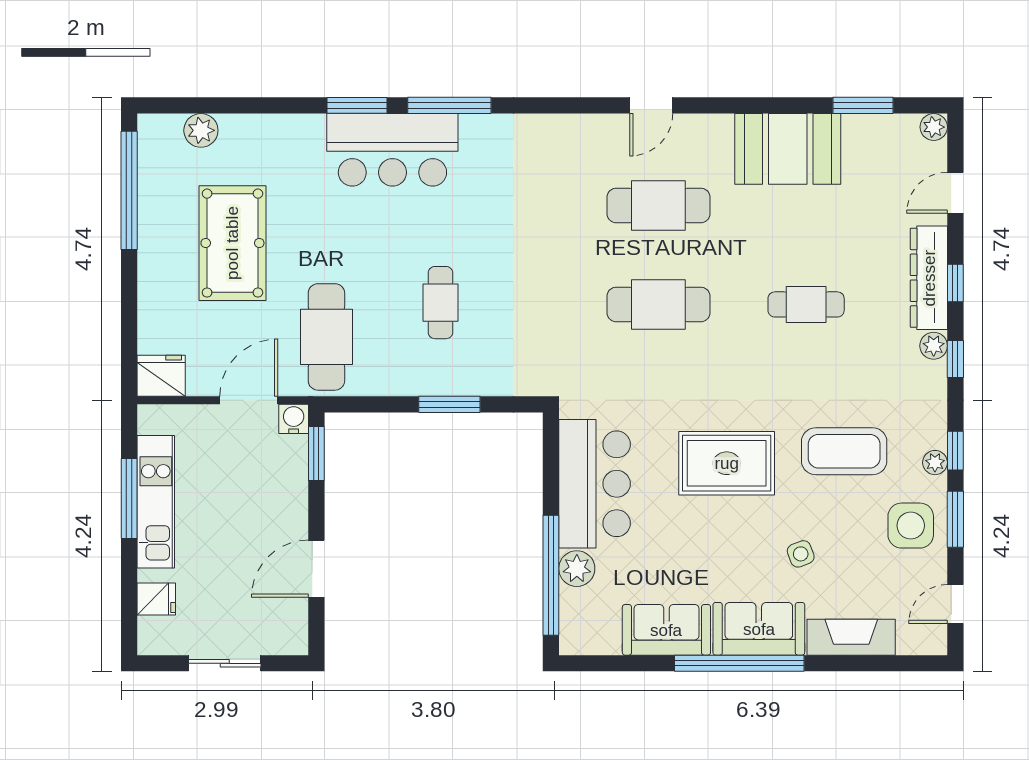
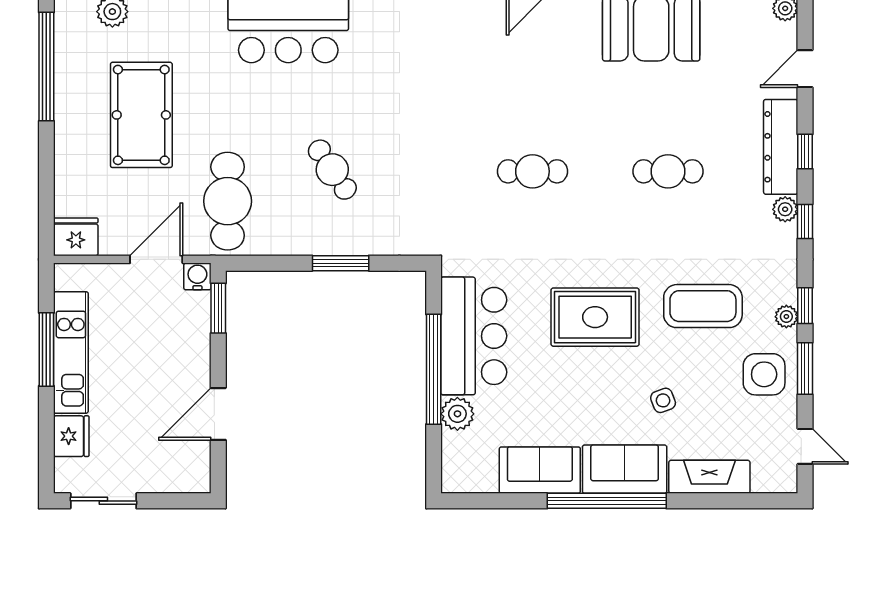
cafe table: (658, 205) -> (532, 80), removed
cafe table: (440, 303) -> (332, 170), turned -34
cafe table: (658, 304) -> (532, 171), width x0.73, depth x0.74
window: (551, 575) -> (434, 369), moved
fridge: (156, 599) -> (71, 436), width x1.38
door: (955, 604) -> (805, 446), swing flipped
sliding door: (225, 663) -> (103, 501), moved

